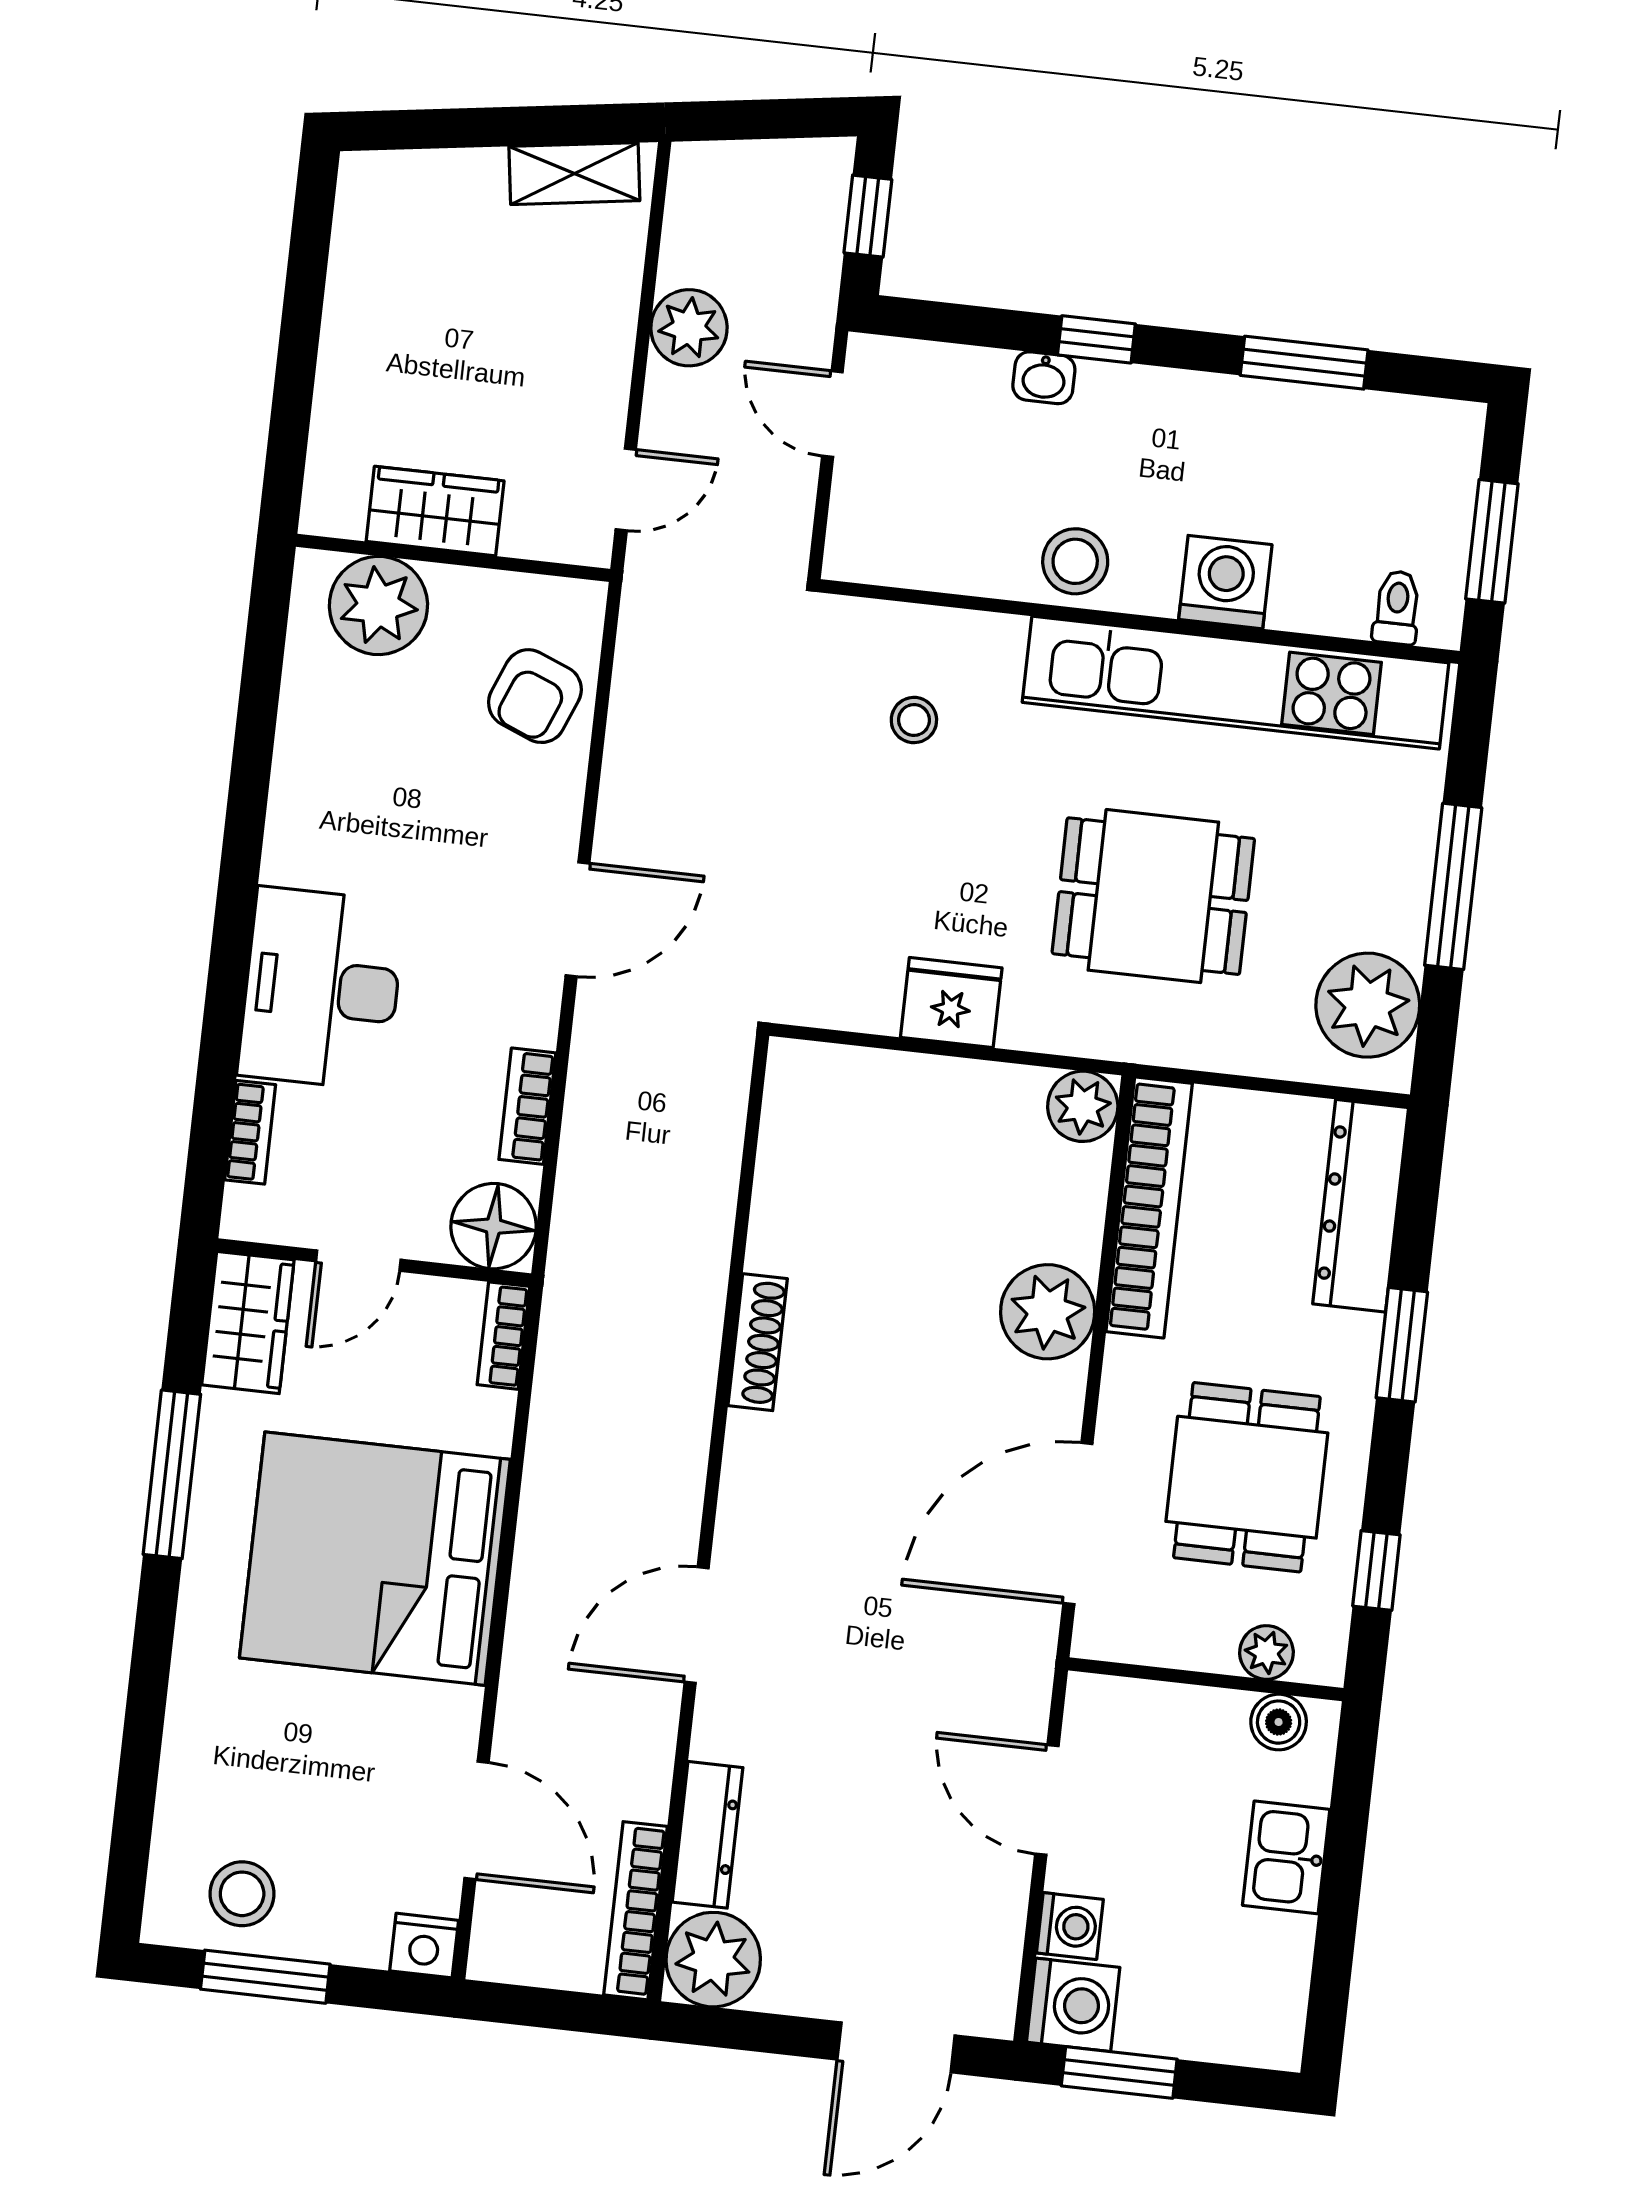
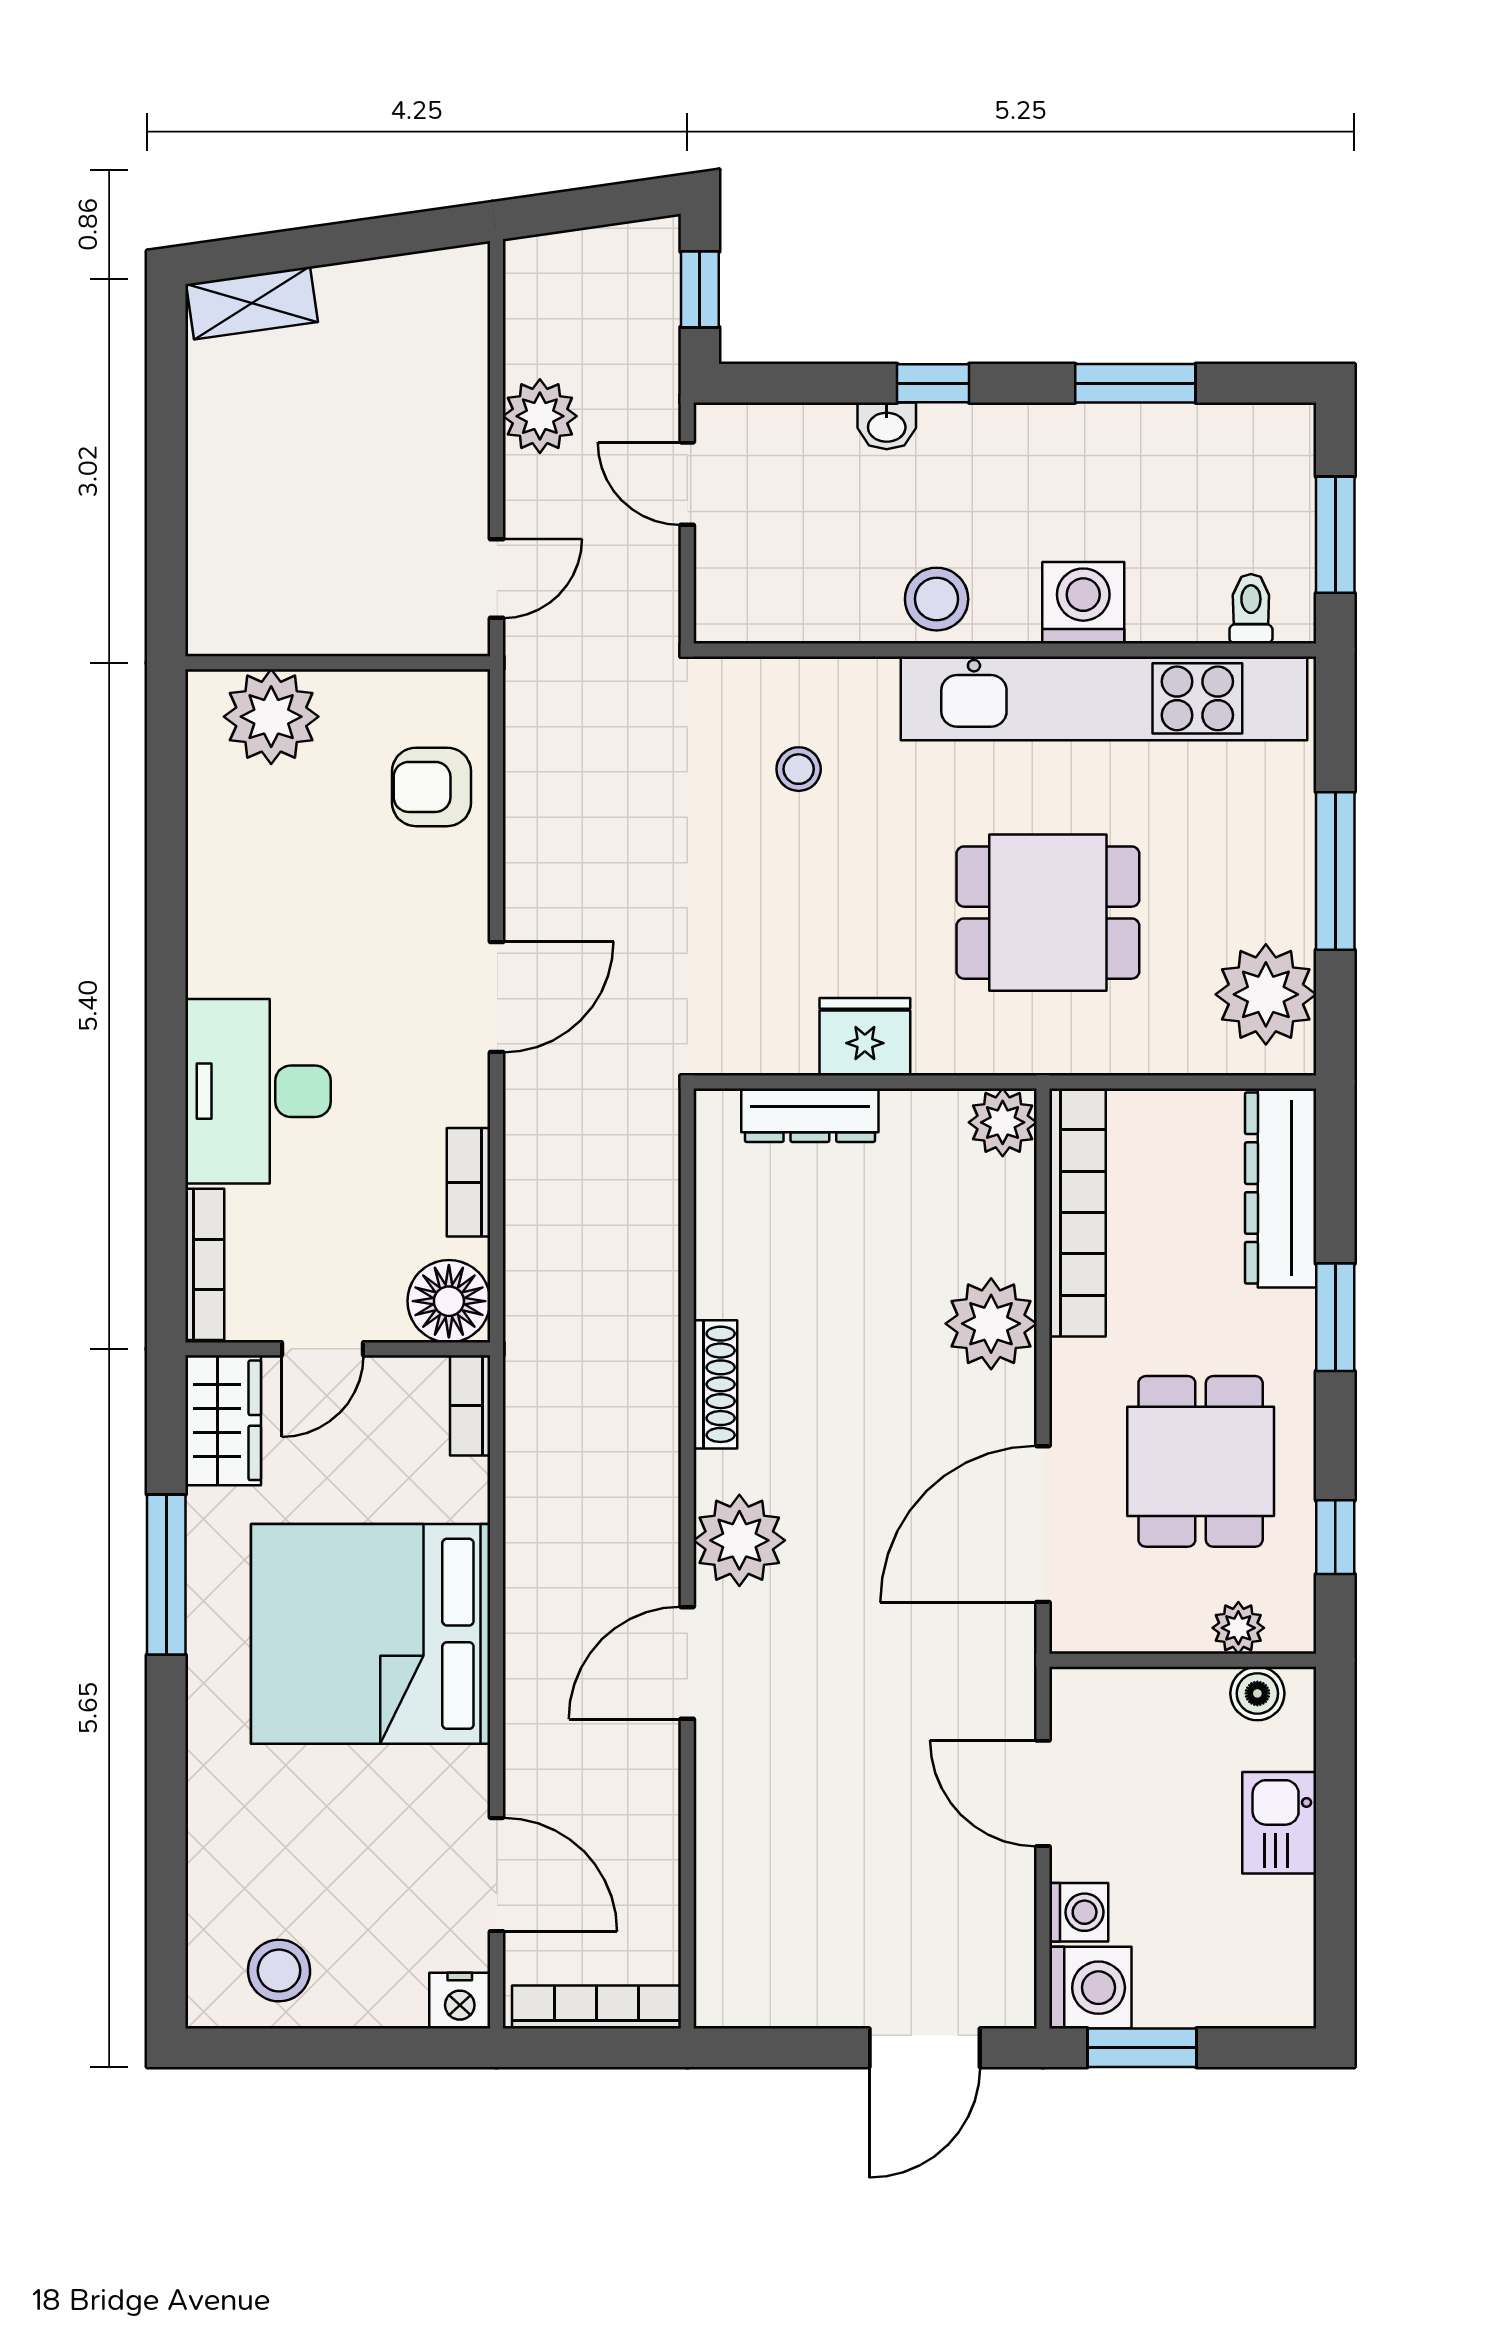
shelving: (574, 174) -> (252, 303), moved
wardrobe: (435, 511) -> (315, 620), removed
armchair: (535, 696) -> (432, 787), turned 68
bookcase: (250, 1132) -> (205, 1264), width x1.56
dresser: (708, 1835) -> (810, 1115), moved, turned 90
bookcase: (635, 1911) -> (596, 2007), moved, turned 90
plant: (713, 1960) -> (739, 1540), moved
window: (265, 1977) -> (310, 2048), removed

